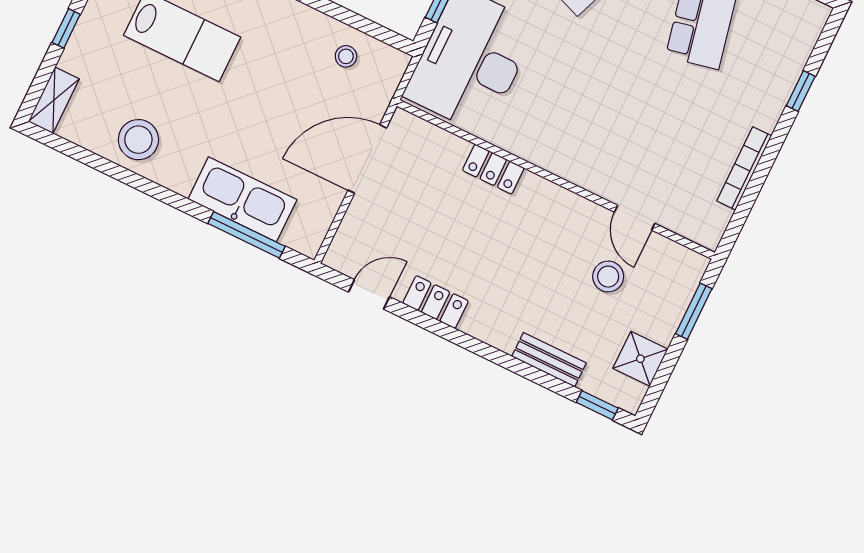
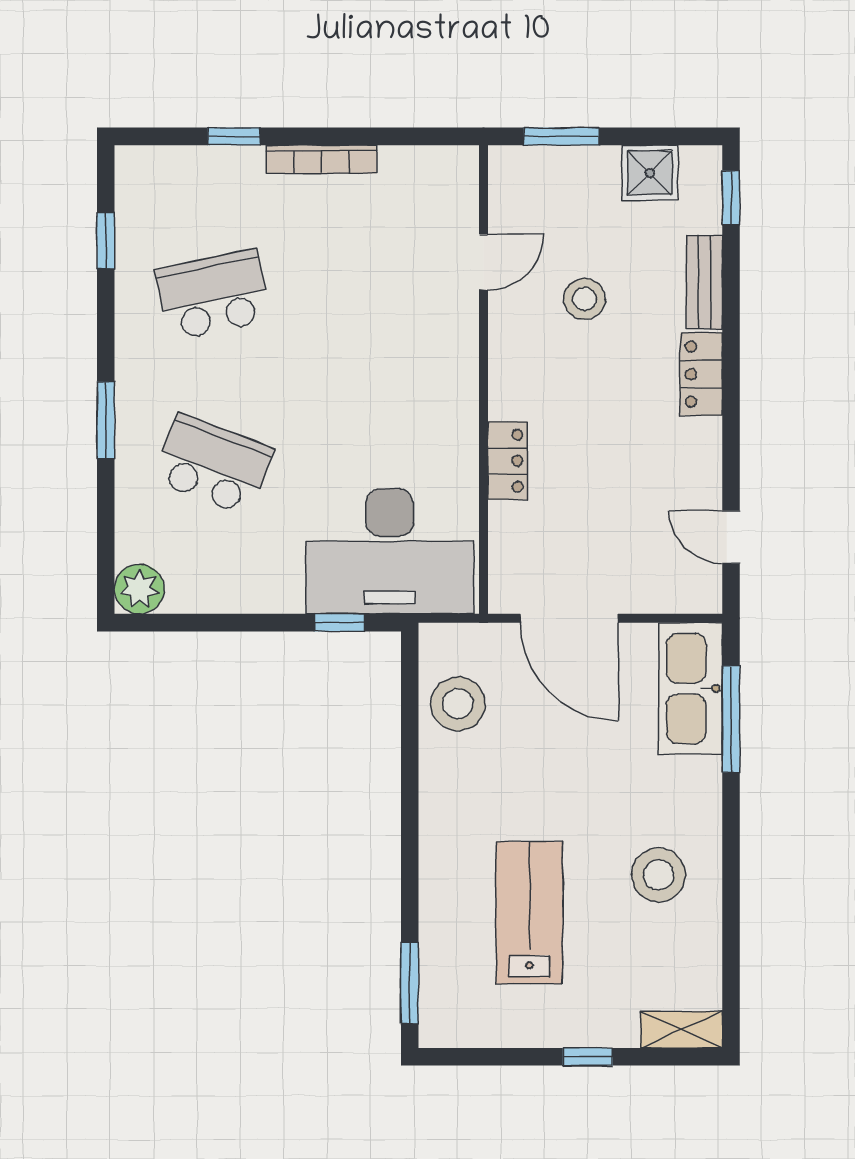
stool: (346, 56) -> (458, 704), width x1.89, depth x1.89
stool: (138, 140) -> (659, 875), moved
bookcase: (744, 168) -> (321, 159), moved
kitchen sink: (242, 199) -> (691, 689), moved
stool: (608, 277) -> (585, 299), moved
locker: (436, 302) -> (701, 374), moved

